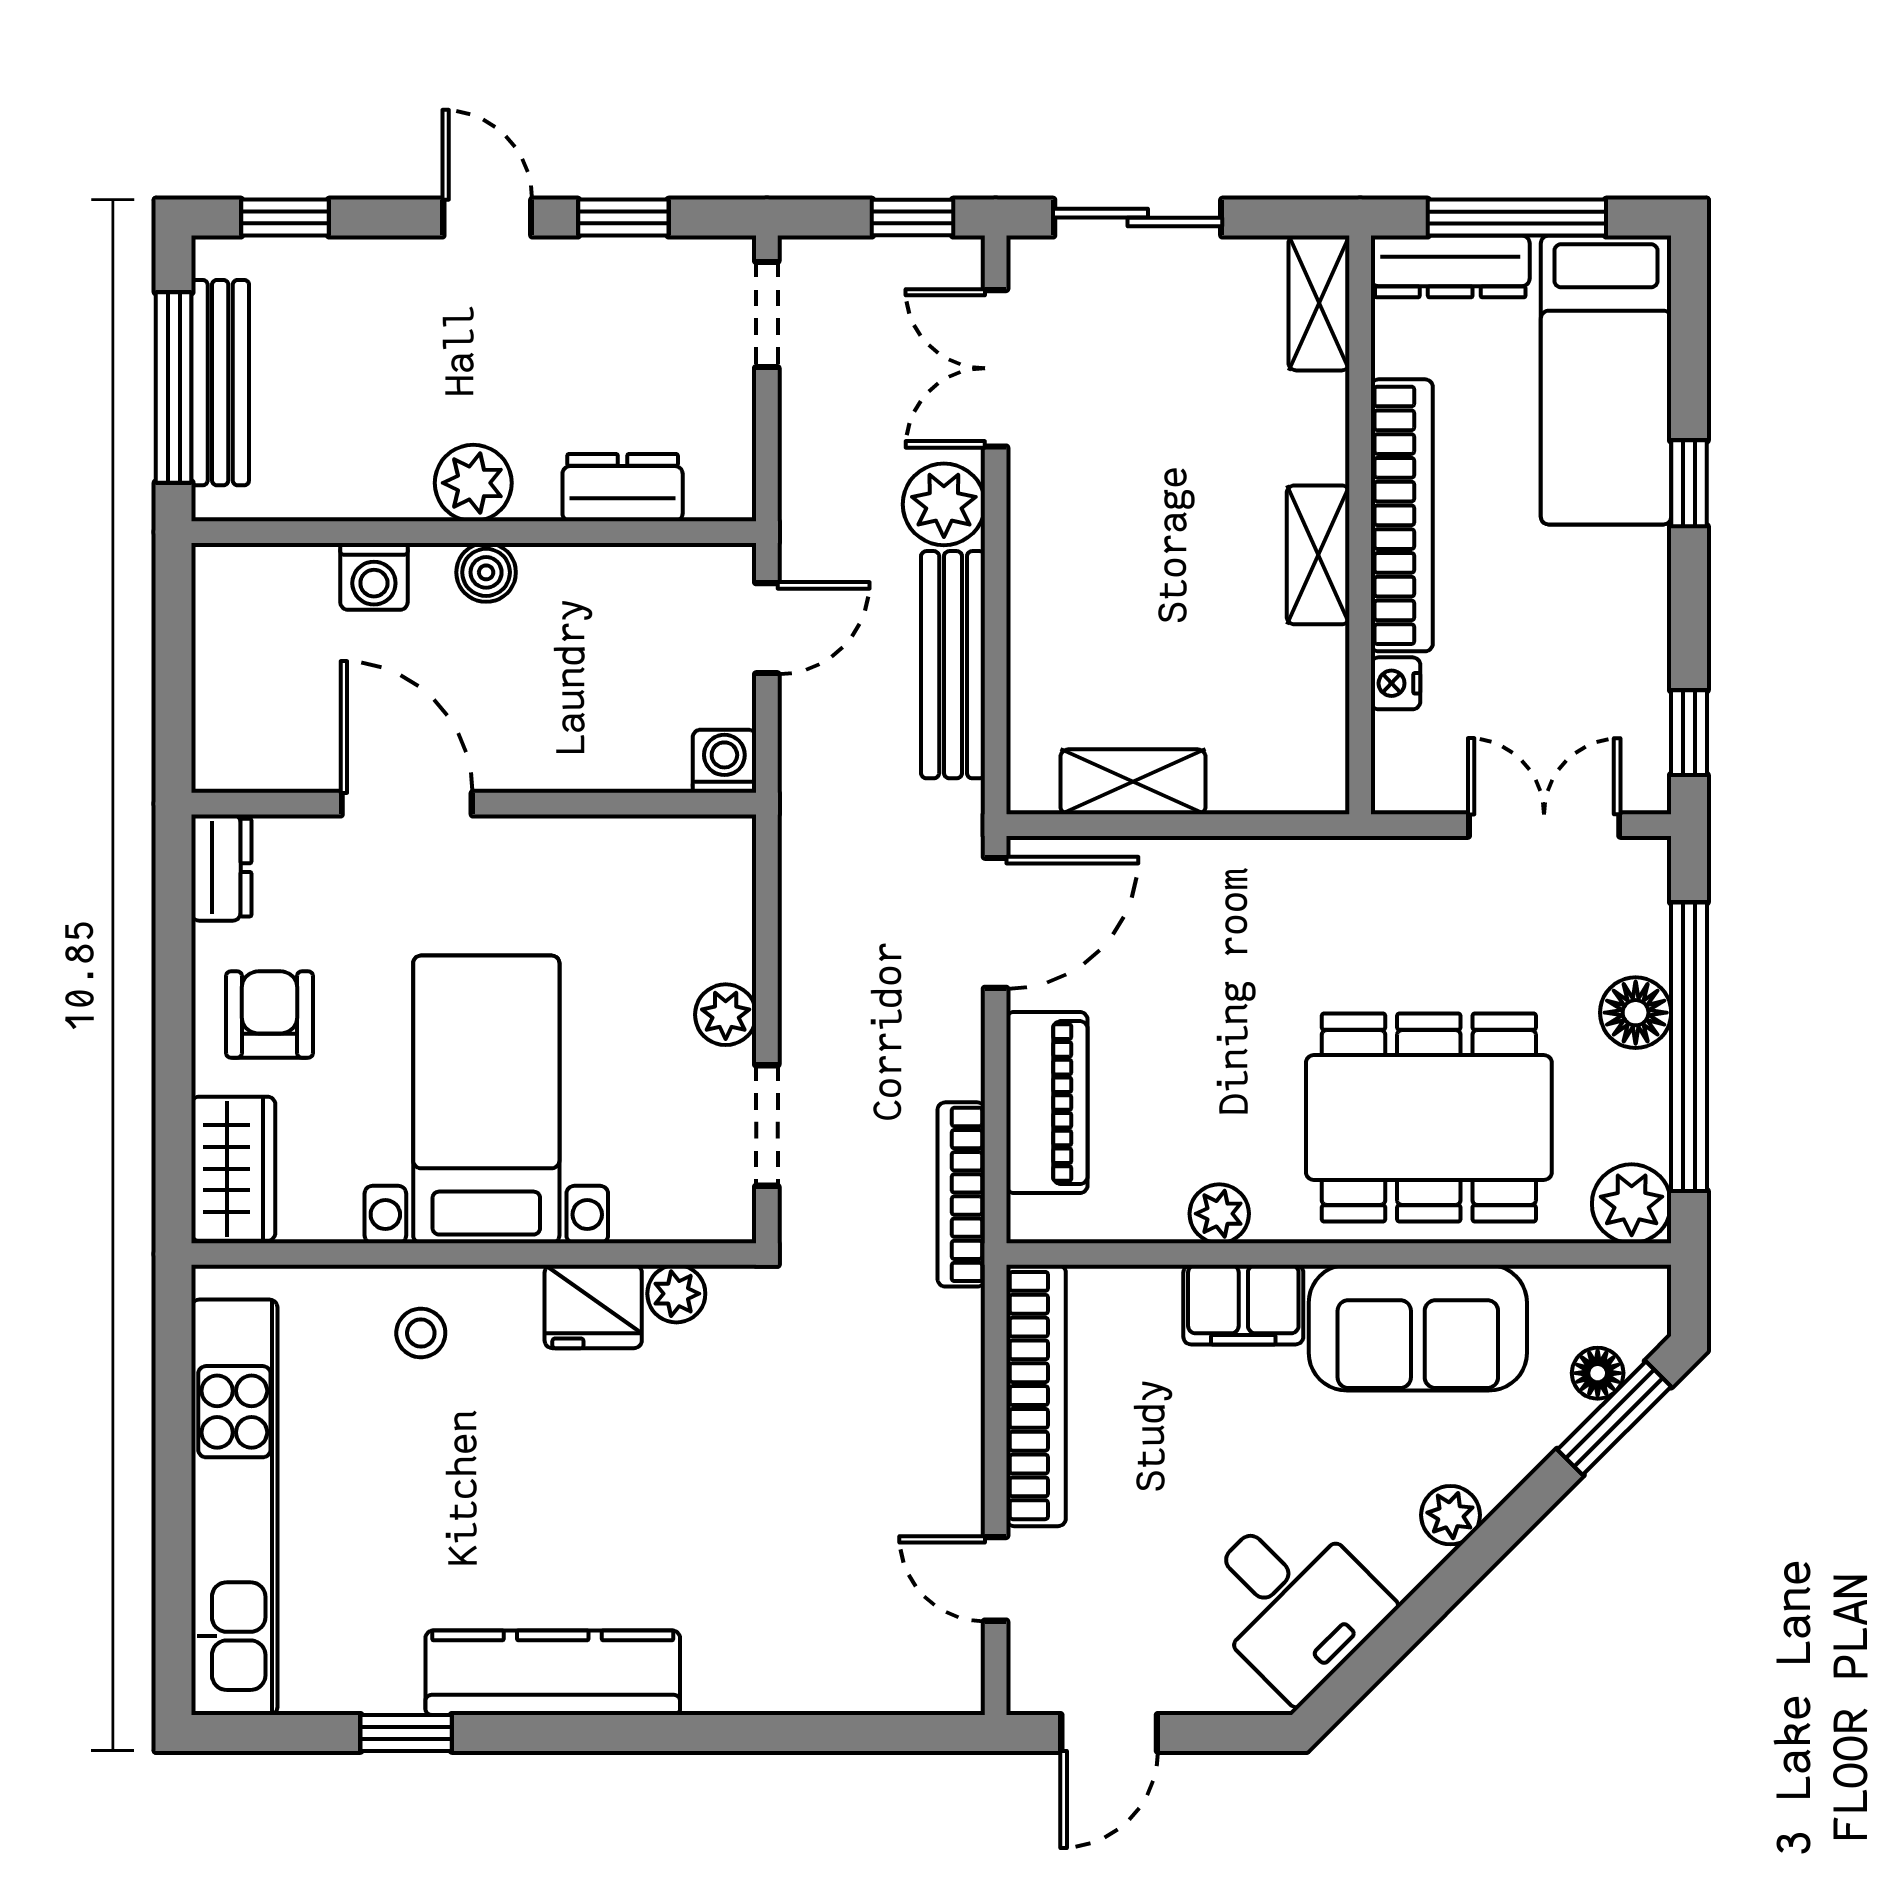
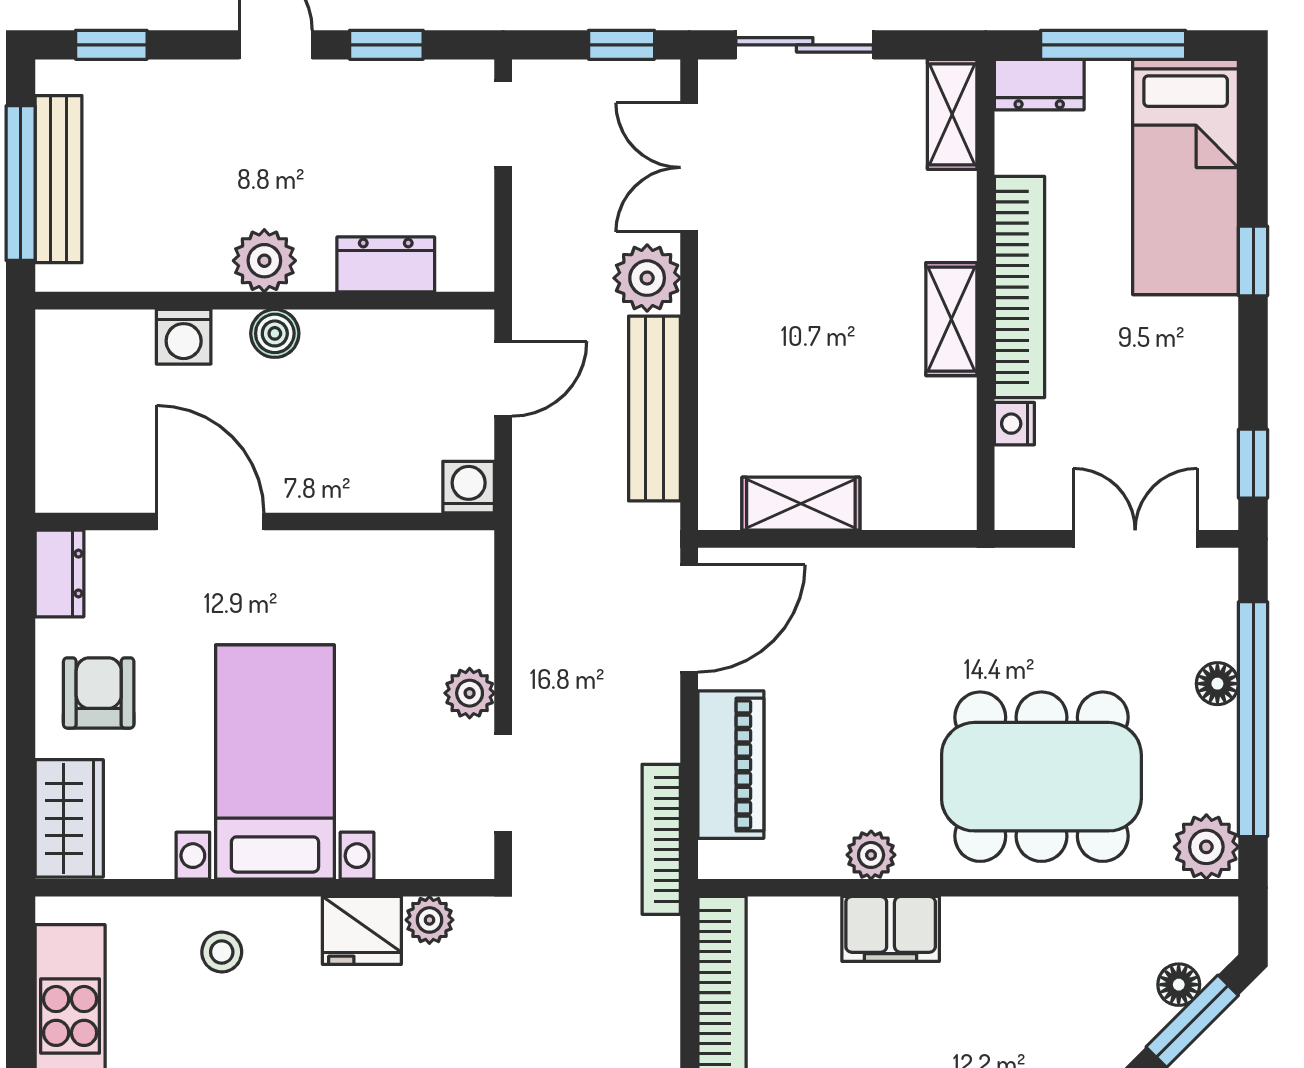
dresser: (1450, 266) -> (1039, 85), width x0.70
floor lamp: (1636, 1013) -> (1217, 684), width x0.73, depth x0.73
sofa: (1418, 1328) -> (1033, 948), removed

